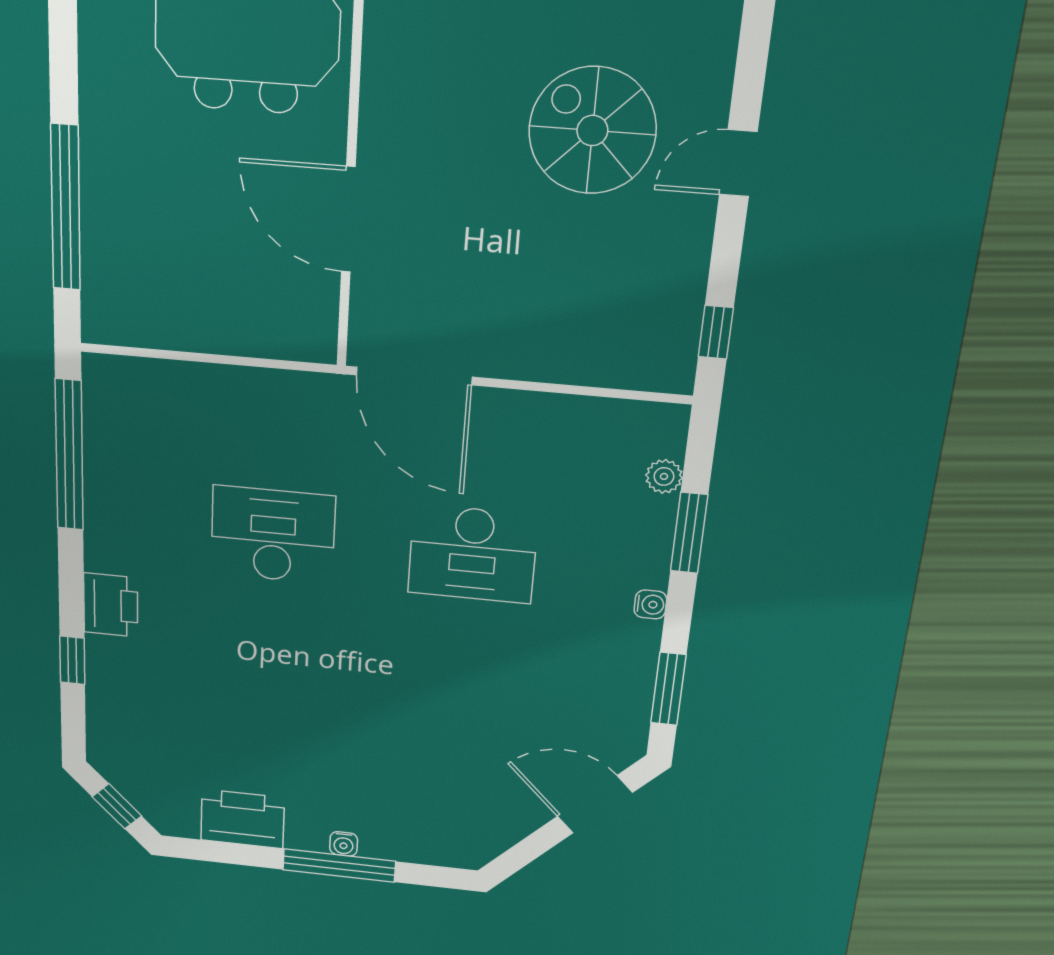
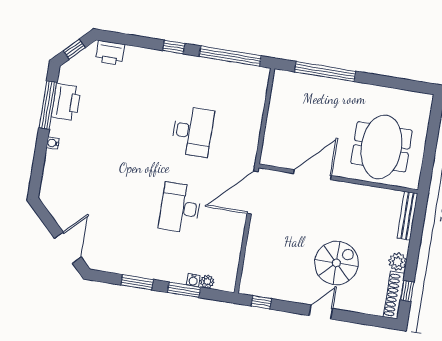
door: (738, 163) -> (321, 312), hinge flipped
water cooler: (650, 604) -> (193, 280), moved
printer: (111, 605) -> (110, 53), moved
window: (72, 660) -> (174, 47), moved
window: (668, 689) -> (137, 282), moved
window: (339, 865) -> (48, 105), moved

